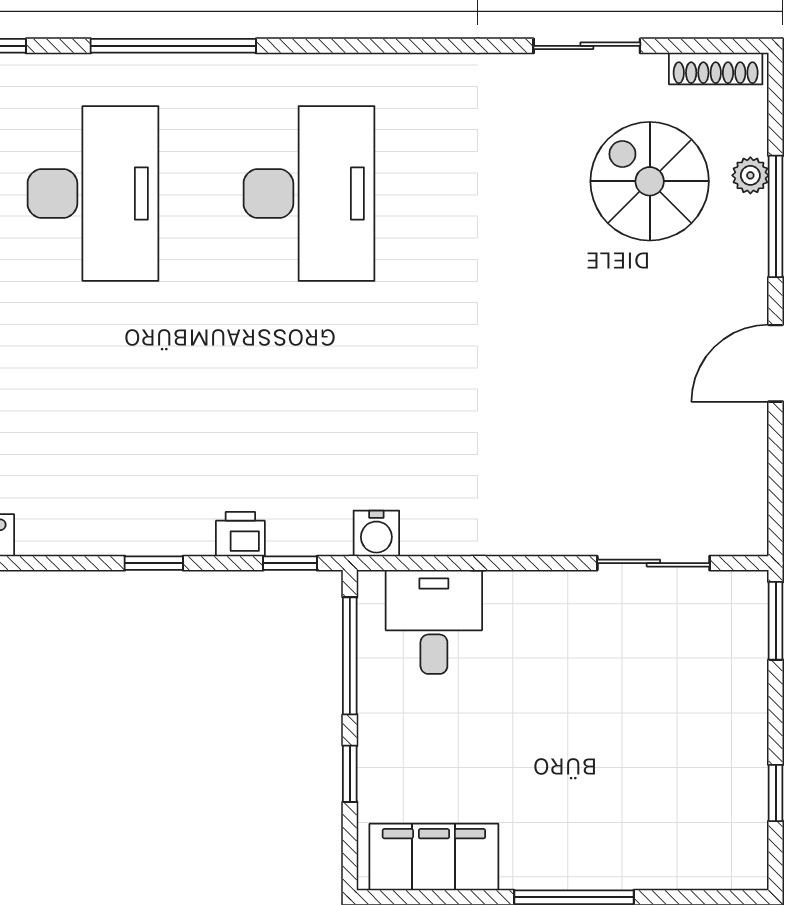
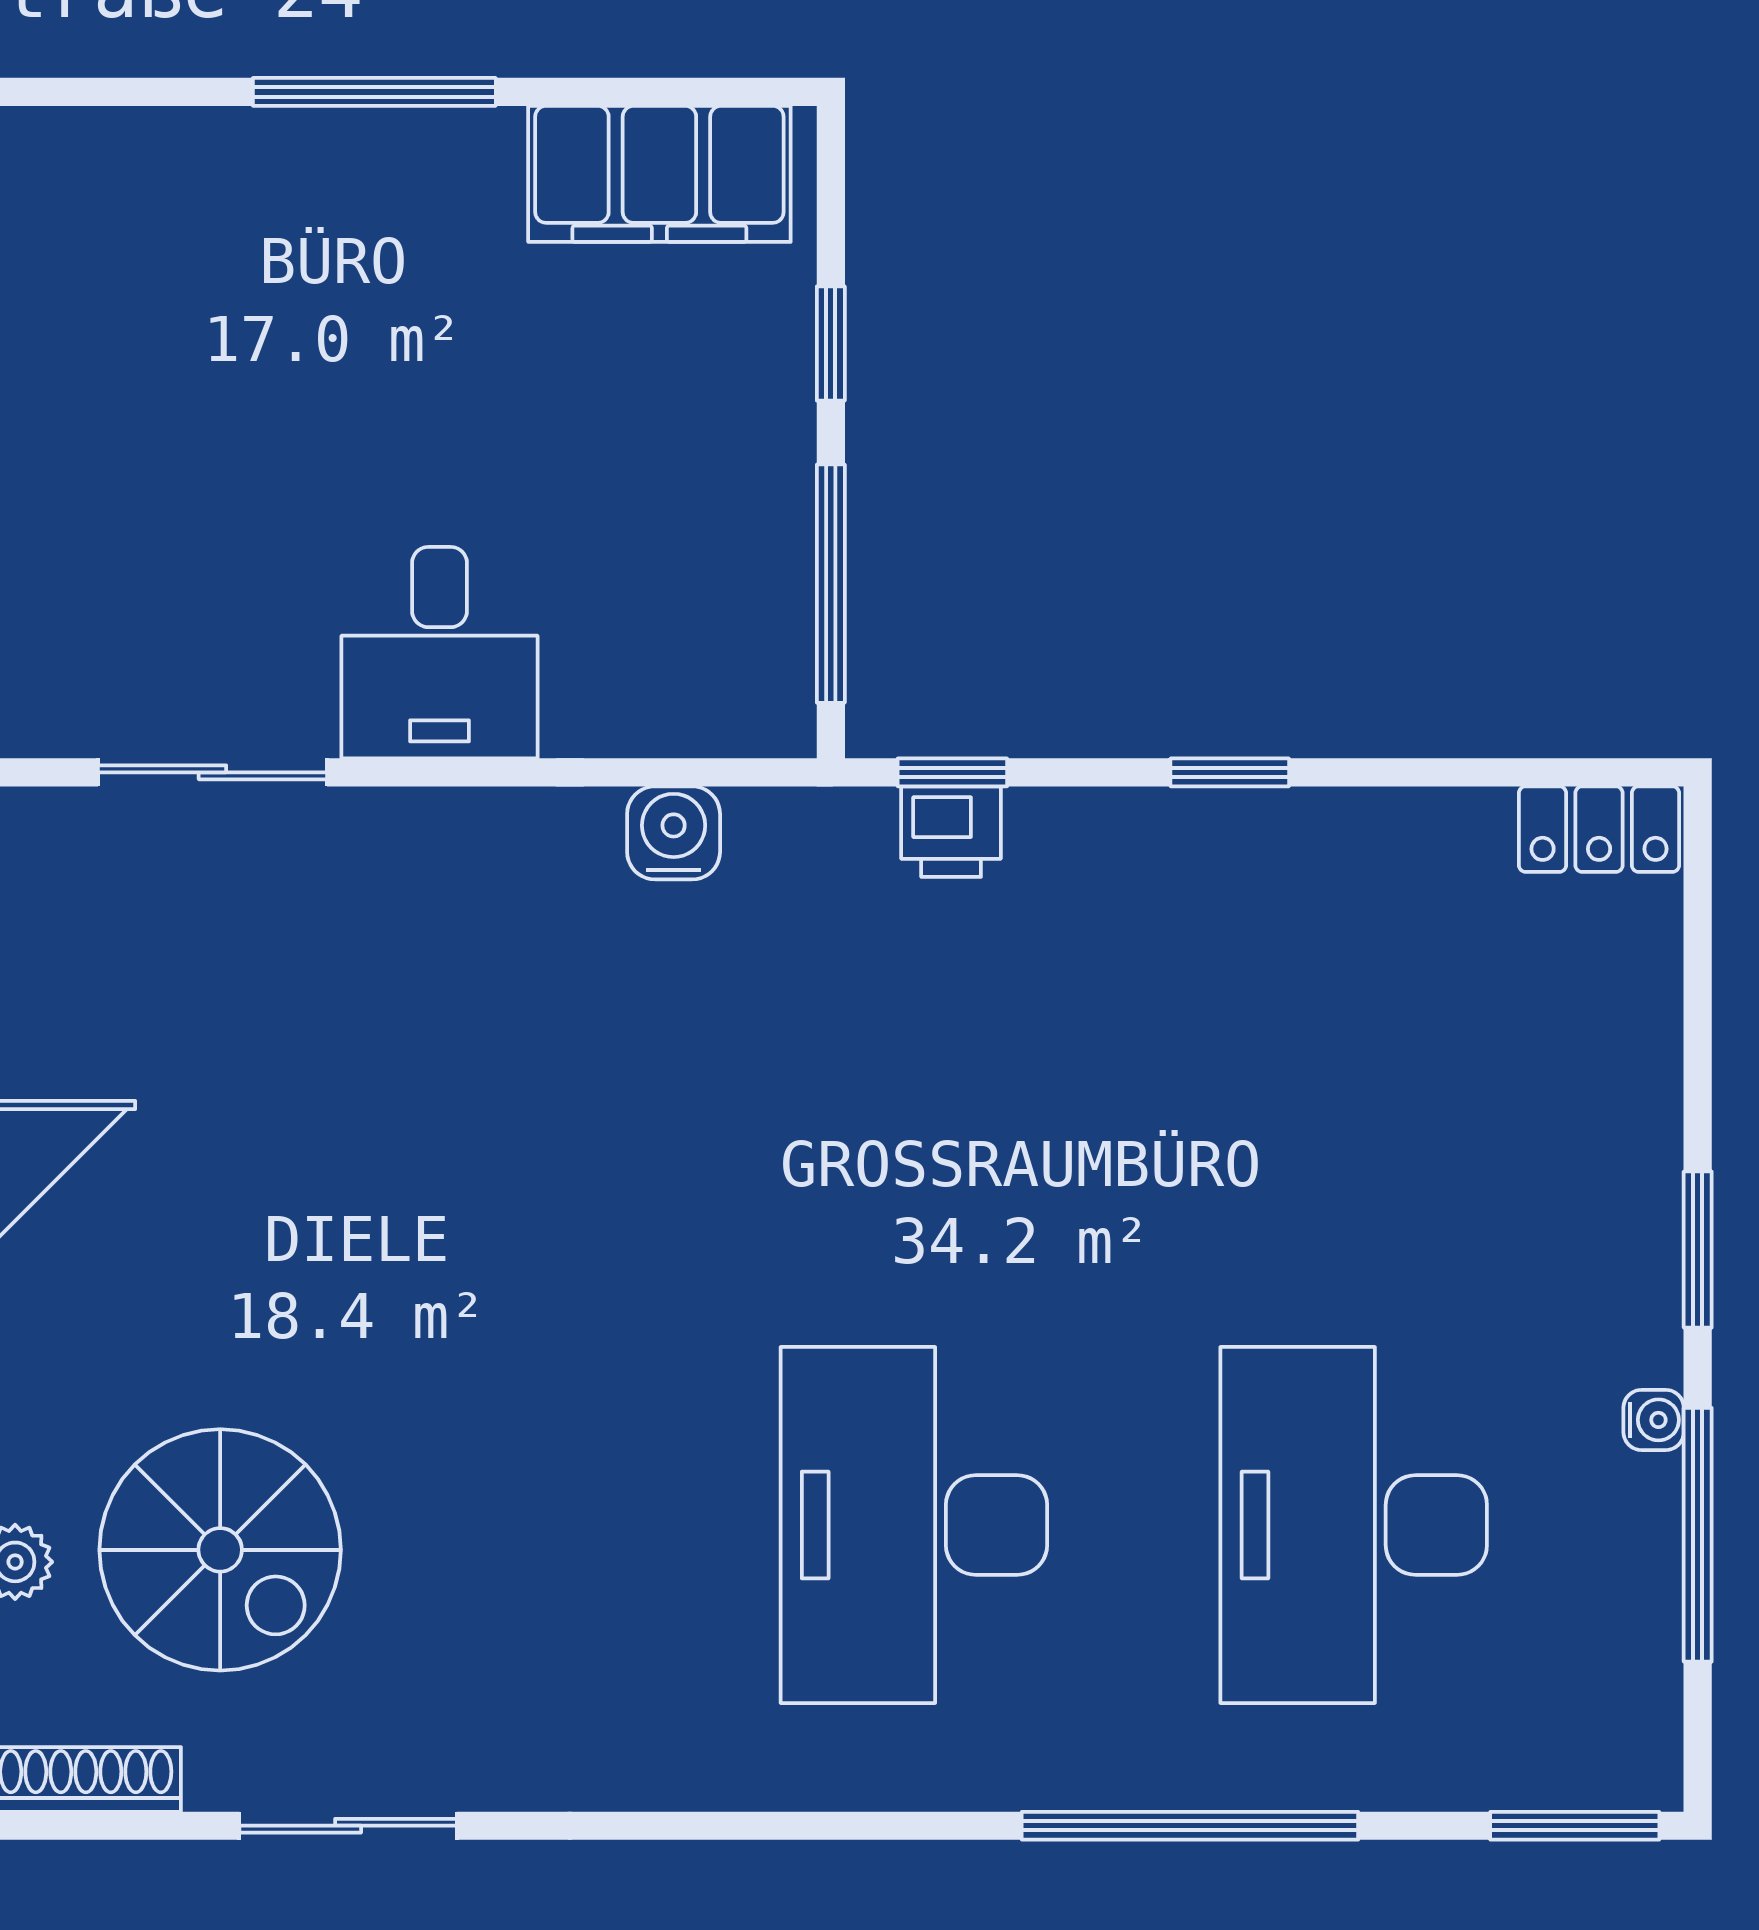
water cooler: (376, 533) -> (674, 833), moved
printer: (240, 534) -> (951, 832), moved
desk: (434, 622) -> (440, 653), moved

